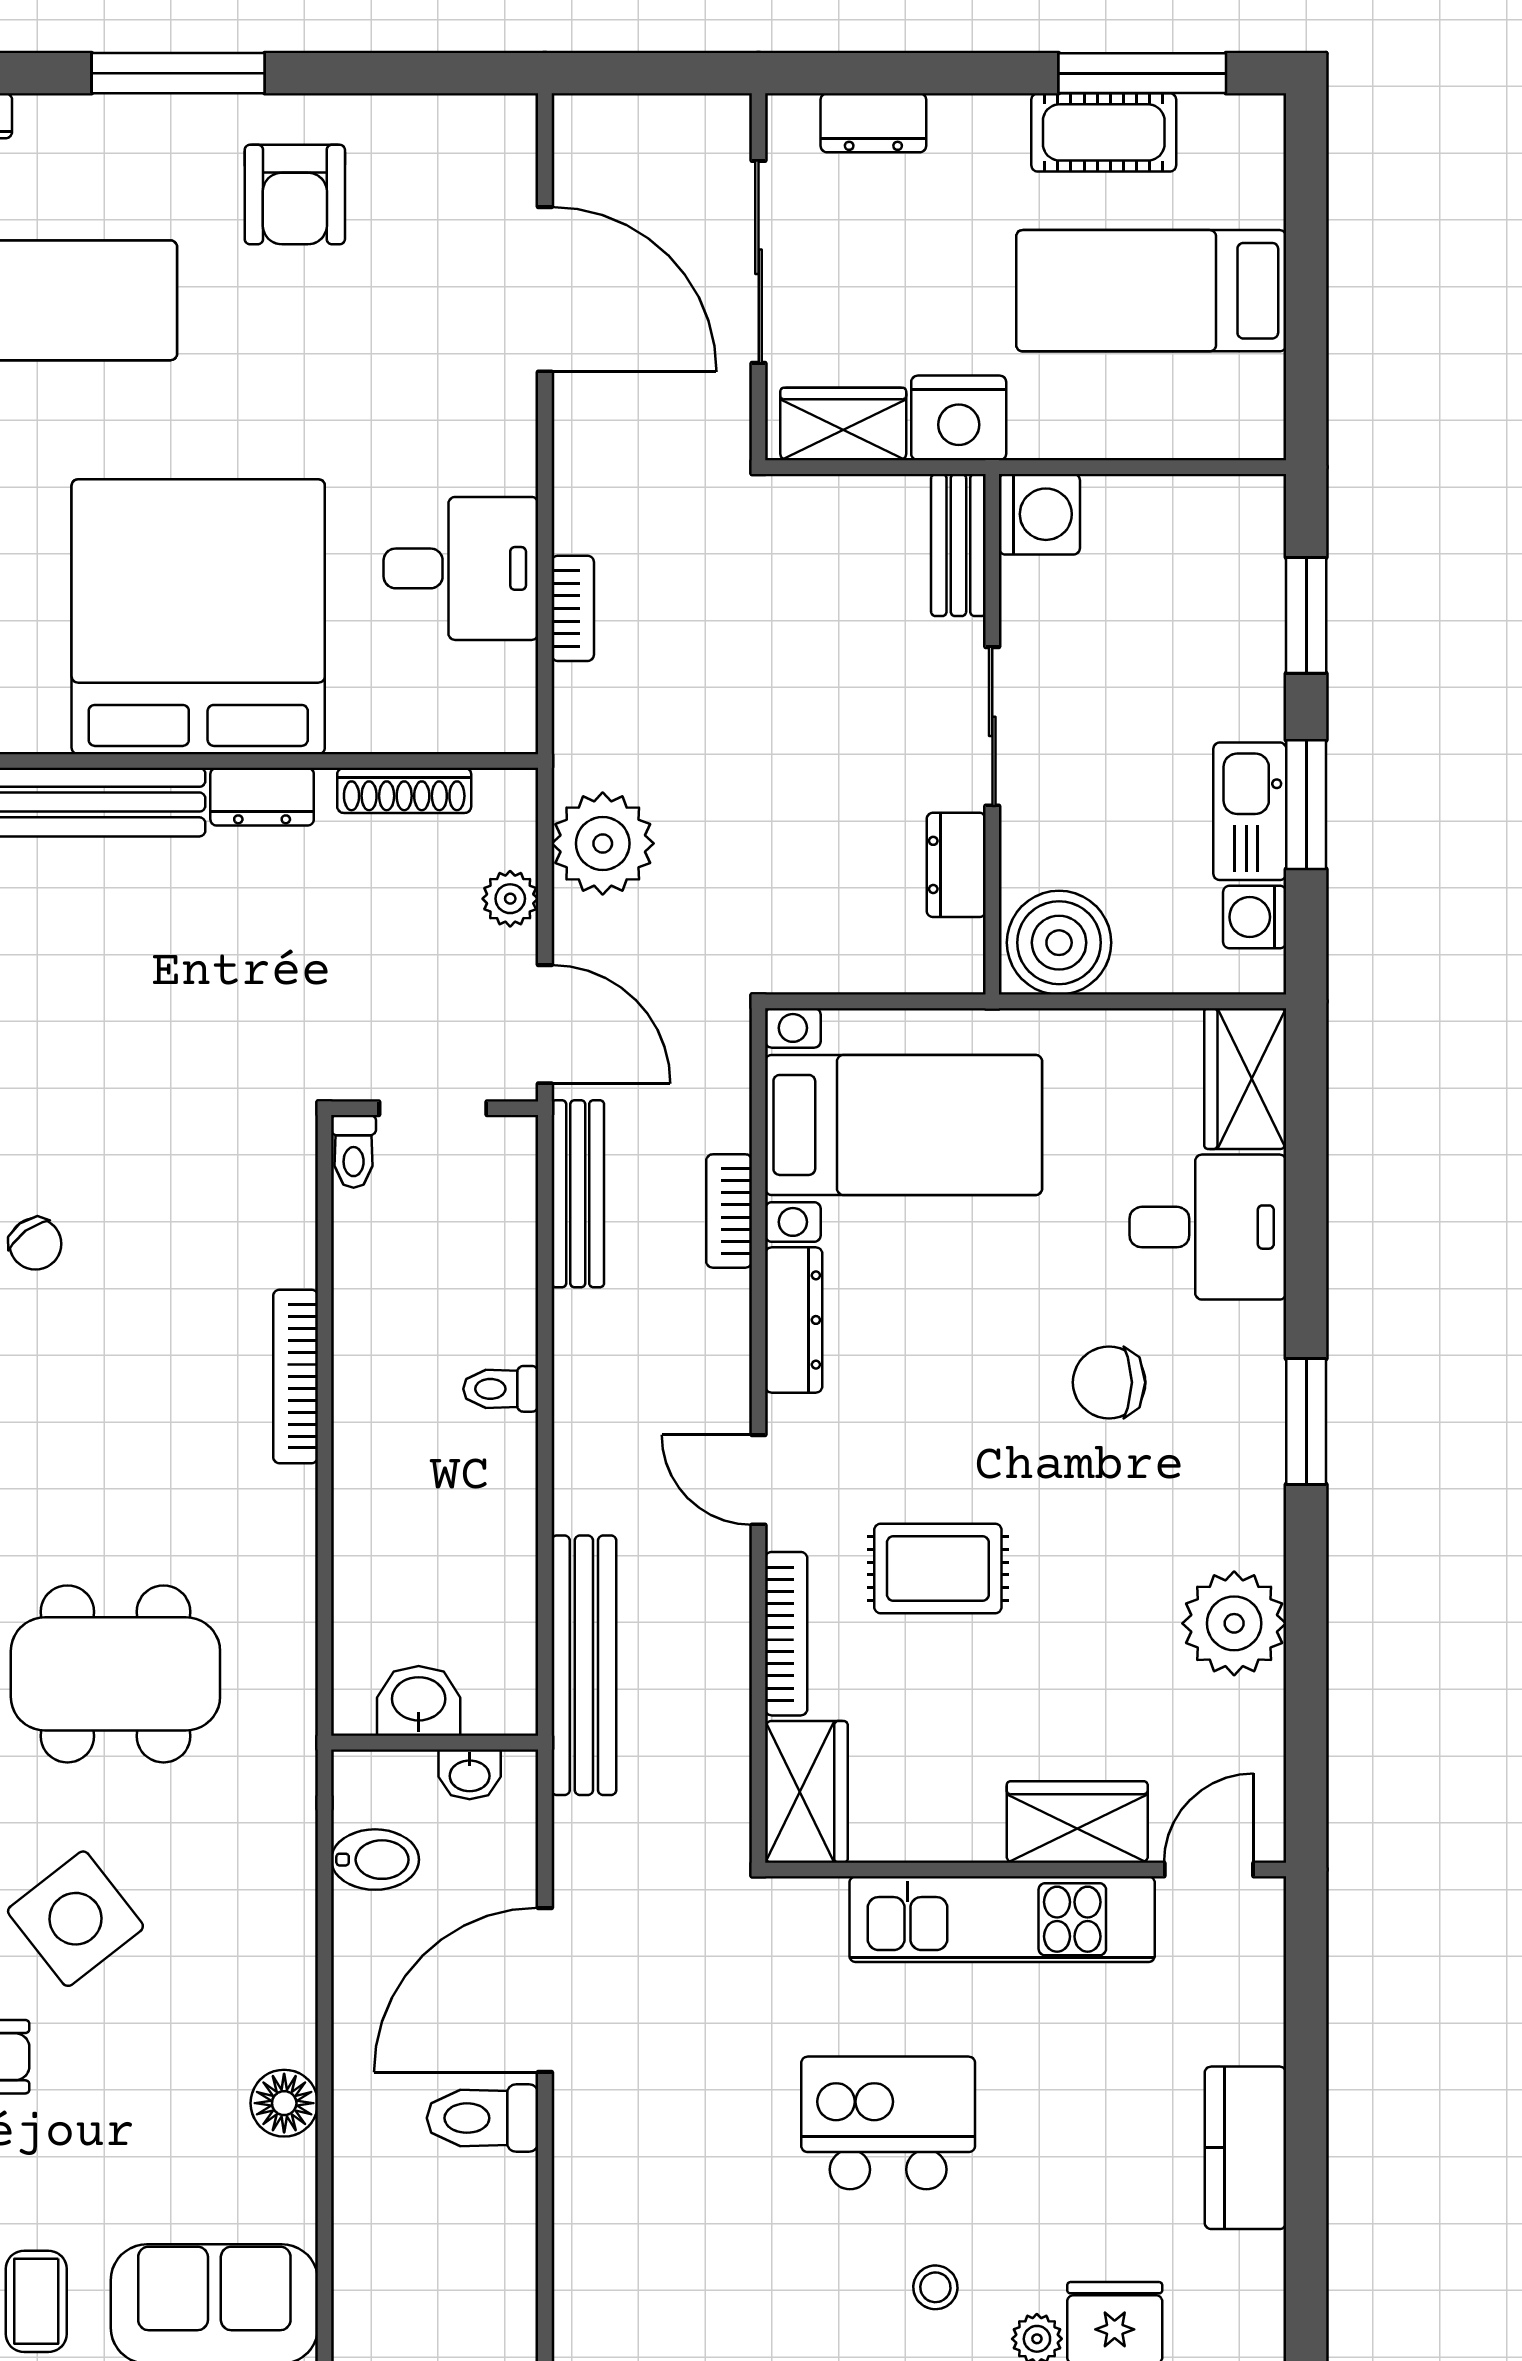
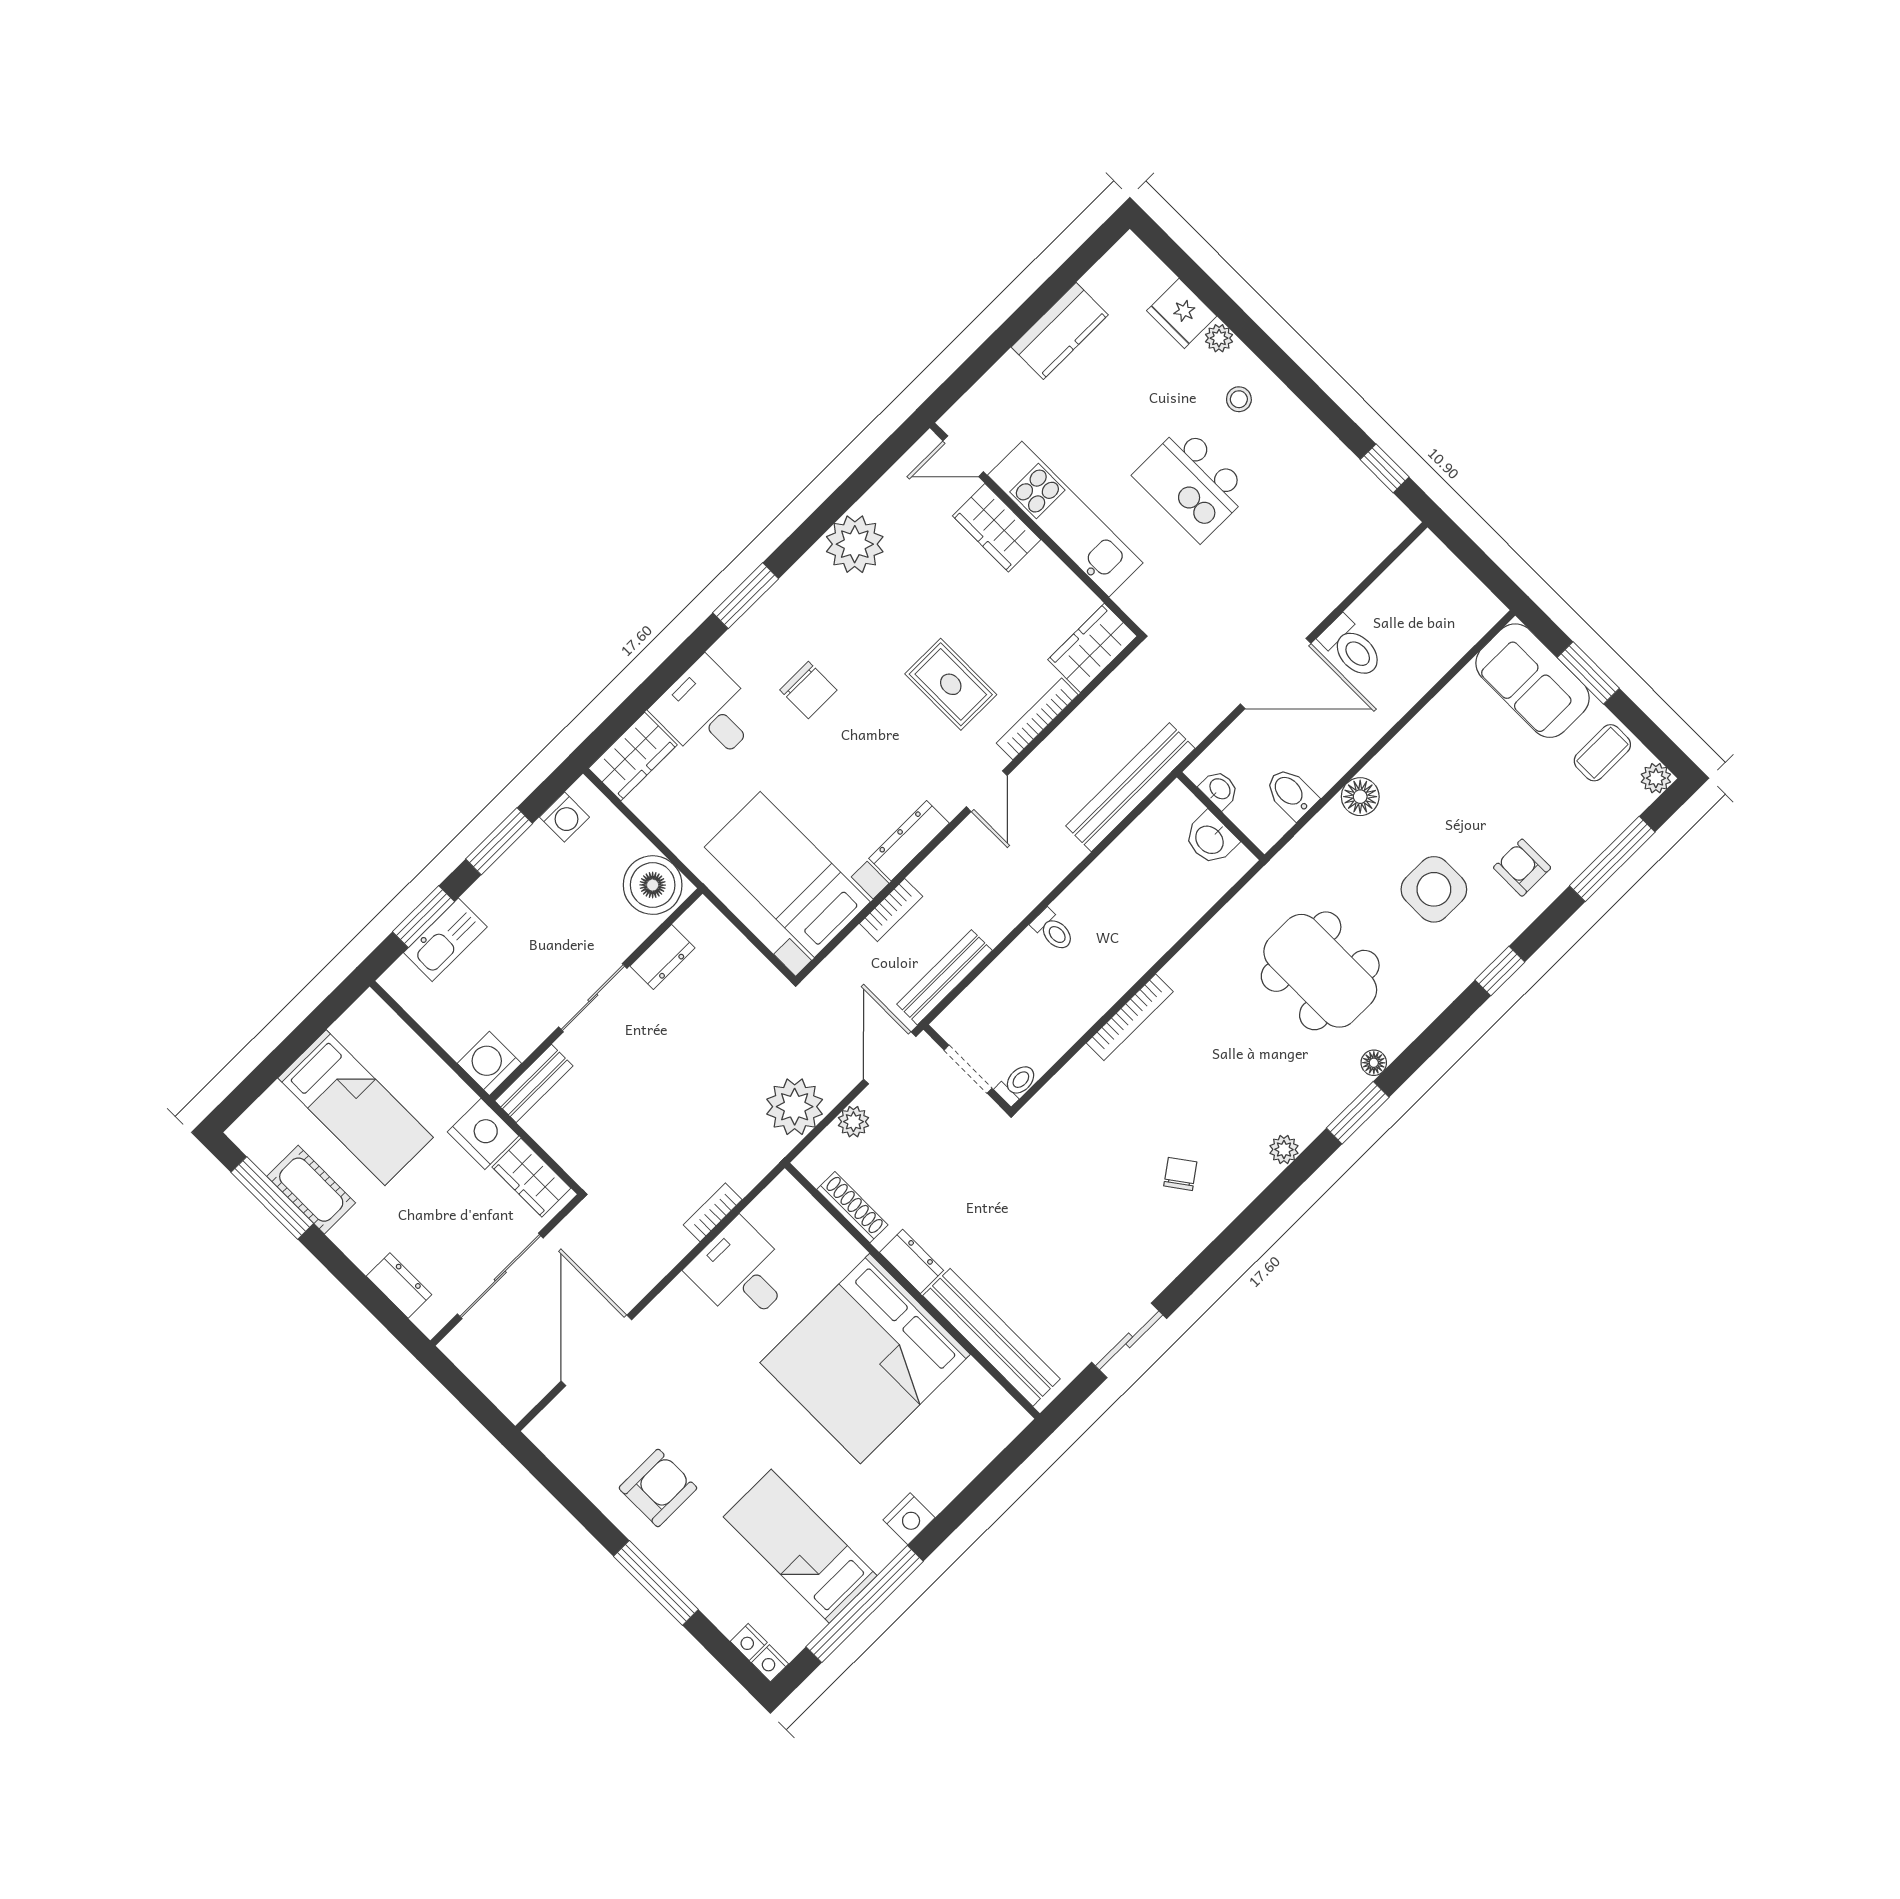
kitchen sink: (1250, 811) -> (445, 940), moved
side table: (75, 1919) -> (1434, 889), turned 38
floor lamp: (284, 2103) -> (1360, 797), moved

